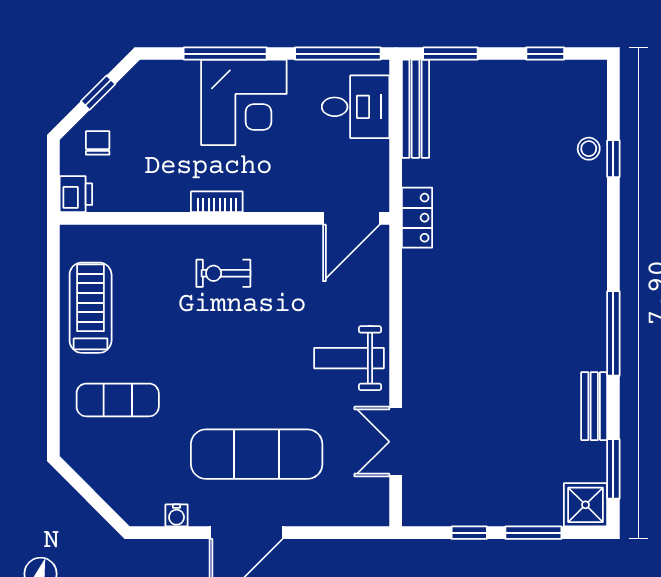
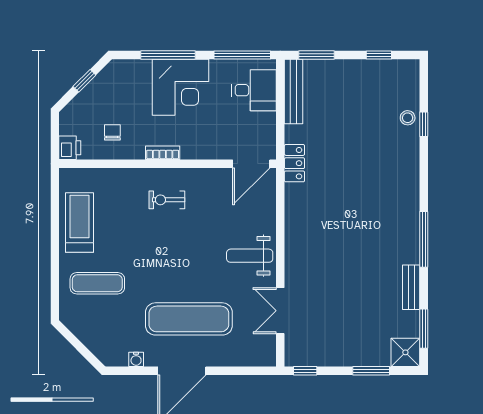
chair: (98, 143) -> (112, 132), moved
window: (469, 533) -> (305, 371), moved

